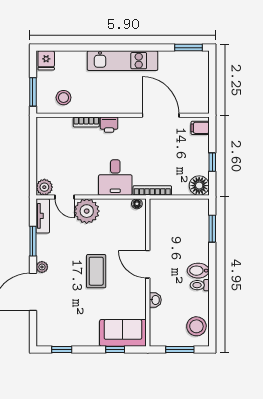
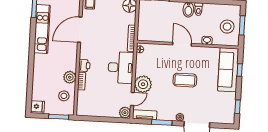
kitchen unit: (123, 61) -> (42, 29), moved
plant: (91, 105) -> (70, 77), added
desk: (115, 178) -> (121, 68), width x1.37
door: (148, 264) -> (182, 44), swing flipped
stool: (196, 326) -> (227, 27), moved
sofa: (123, 333) -> (228, 70), width x1.36

